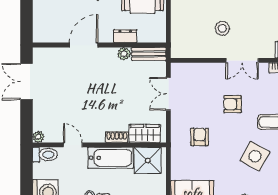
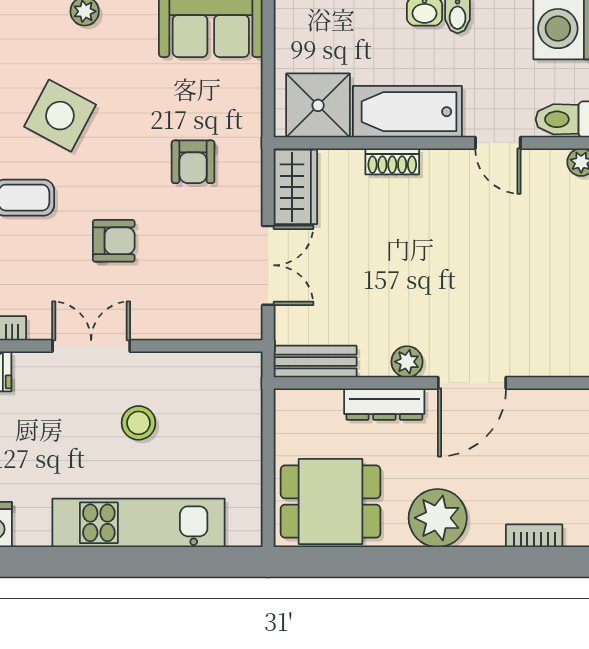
dresser: (125, 36) -> (384, 404), width x1.44
plant: (124, 54) -> (407, 362), moved
wardrobe: (145, 134) -> (295, 187), moved, turned -90

